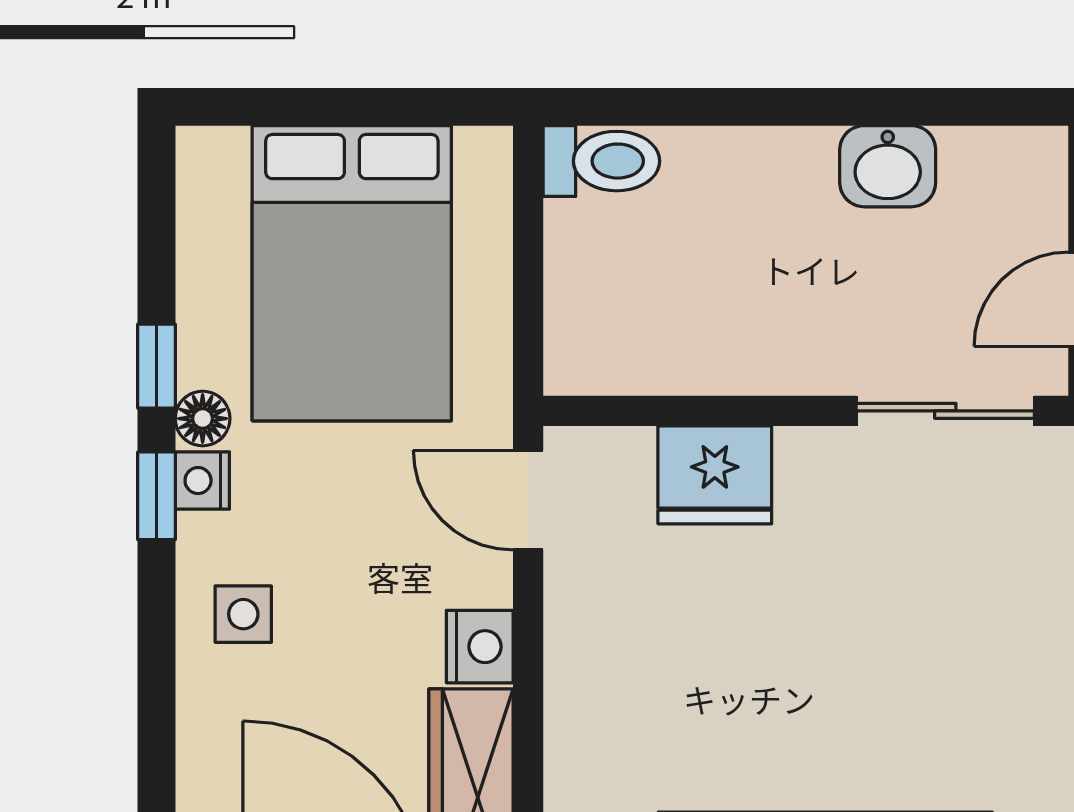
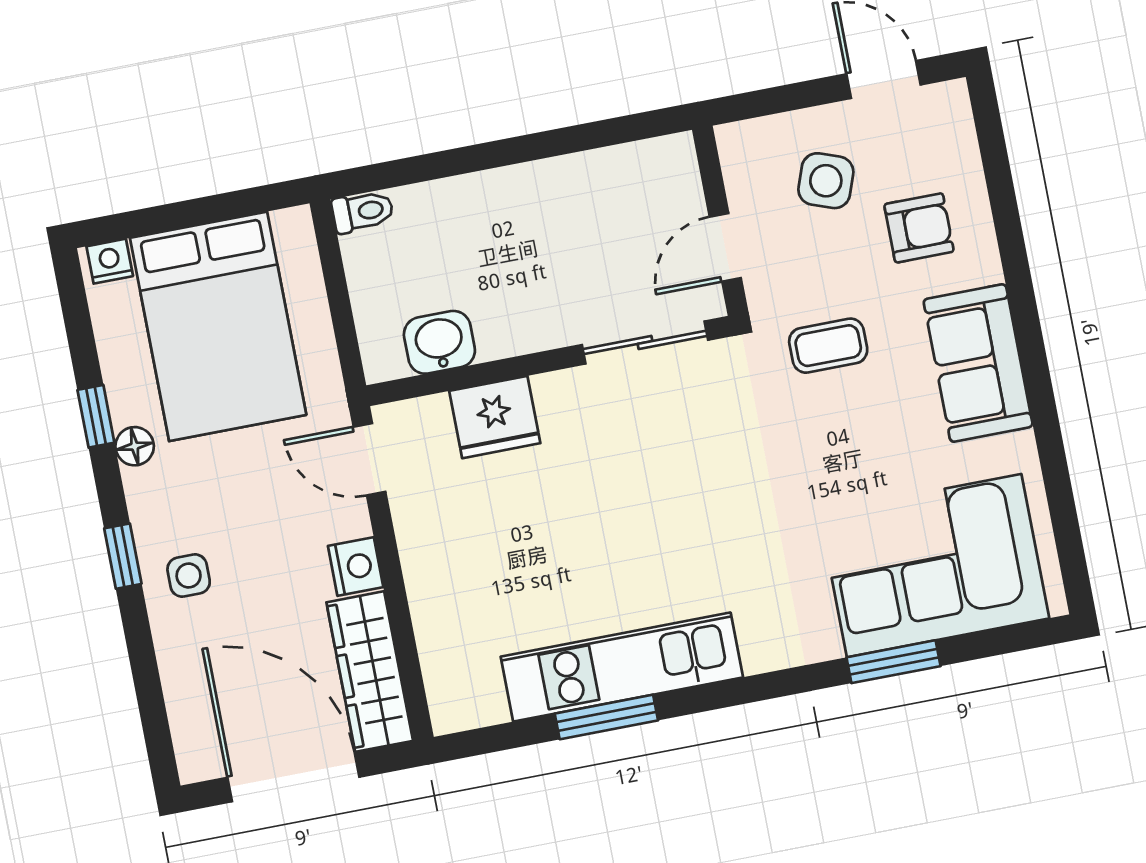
toilet: (601, 161) -> (363, 212), width x0.73, depth x0.72
washbasin: (888, 166) -> (439, 342), moved, turned 180
nightstand: (202, 481) -> (110, 261), moved, turned 90
window: (156, 496) -> (123, 556), moved

